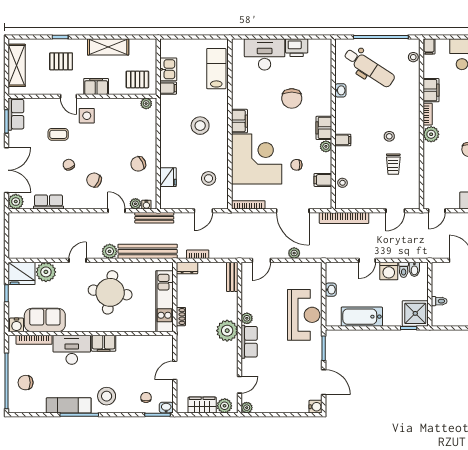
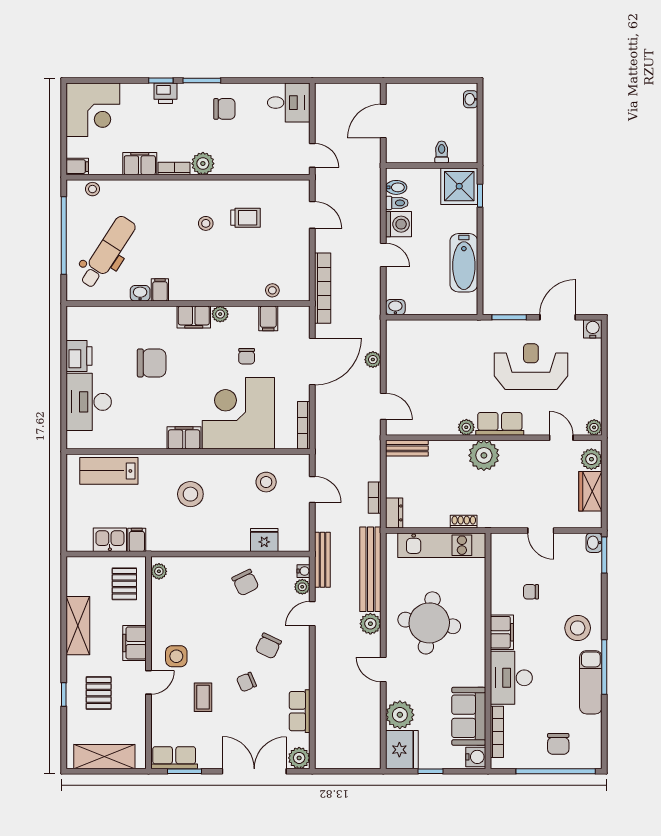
filing cabinet: (343, 140) -> (160, 290), moved
washbasin: (331, 290) -> (395, 307), moved
reception desk: (304, 315) -> (531, 367), moved
chair: (146, 397) -> (531, 592), moved

